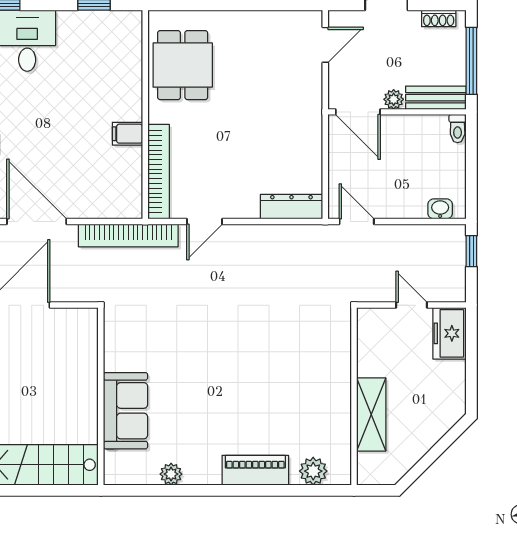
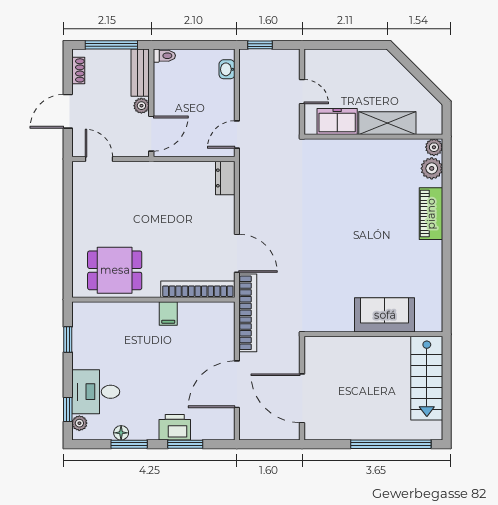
dresser: (291, 207) -> (225, 178), width x0.70
door: (205, 221) -> (237, 253), width x1.38
door: (412, 305) -> (302, 92), swing flipped
freezer: (449, 333) -> (337, 121), moved, turned 180
plant: (171, 474) -> (434, 147), moved

